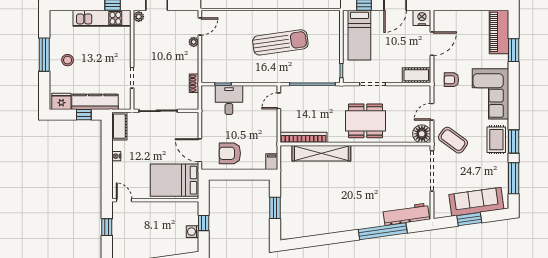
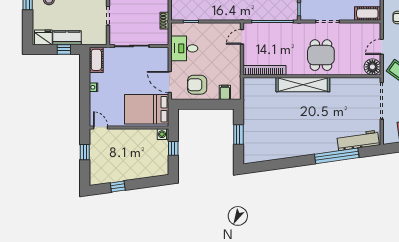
desk: (229, 100) -> (184, 48), moved, turned -90
kitchen counter: (95, 102) -> (67, 38), width x0.67
dining table: (365, 121) -> (321, 55), width x0.73
shelving: (321, 153) -> (303, 85), moved
filing cabinet: (272, 162) -> (225, 92), moved
washing machine: (192, 232) -> (163, 134), moved

